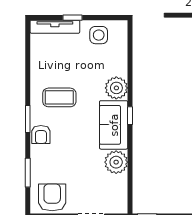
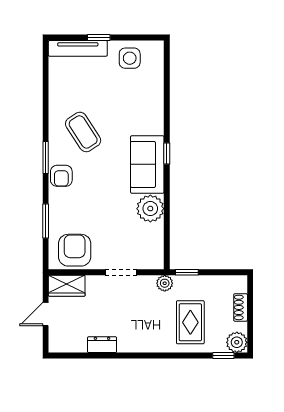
plant: (116, 88) -> (151, 121), removed
coffee table: (59, 97) -> (83, 132), turned 57

